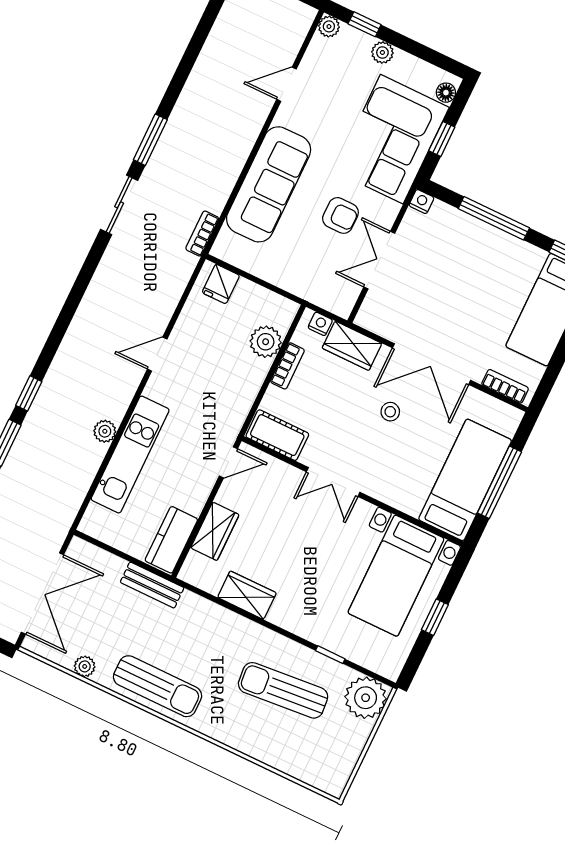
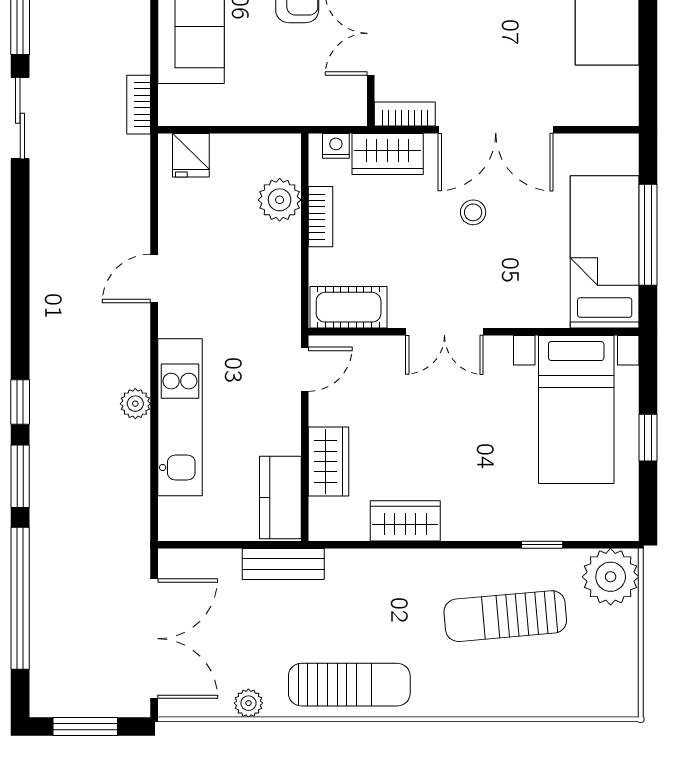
bookcase: (505, 386) -> (405, 114), moved

